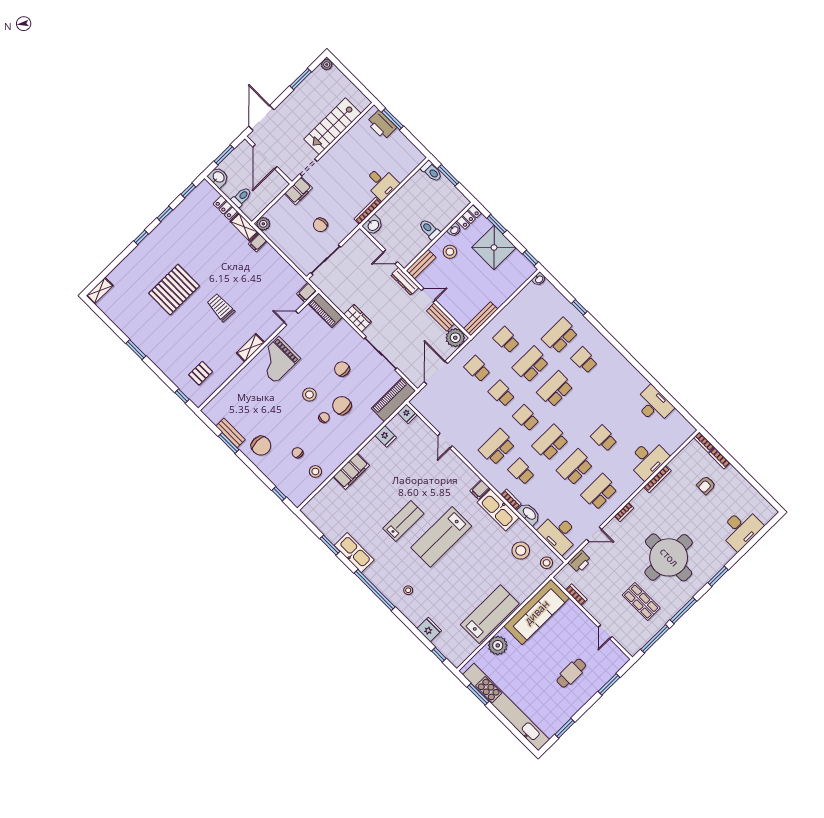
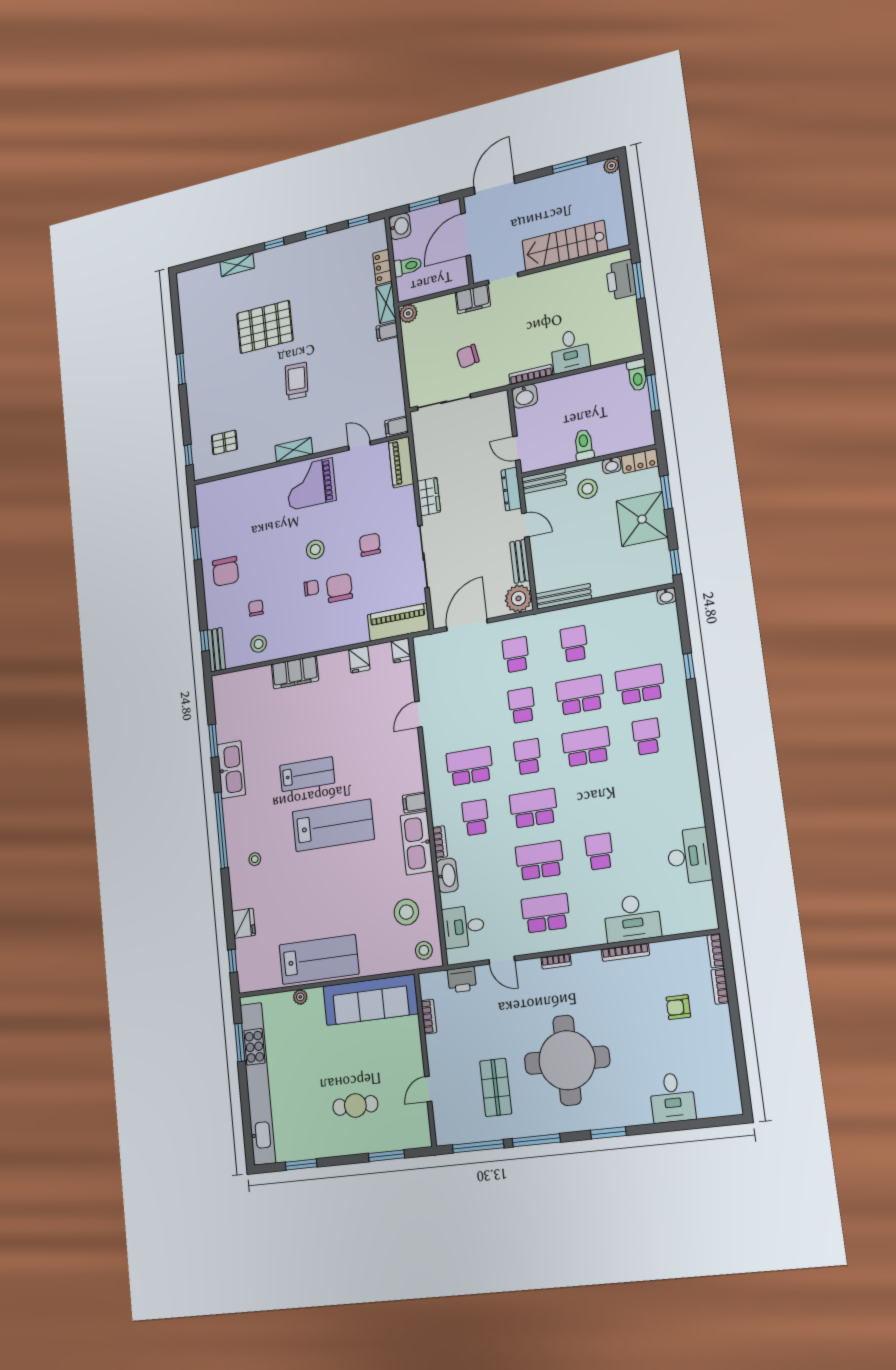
shelving: (100, 291) -> (237, 265), moved
bench: (230, 433) -> (216, 650), moved
desk: (741, 529) -> (672, 1098), width x0.73
desk: (559, 533) -> (463, 927), width x0.73
lab bench: (441, 537) -> (333, 825), turned 180
plant: (498, 645) -> (300, 997), width x0.53, depth x0.53

